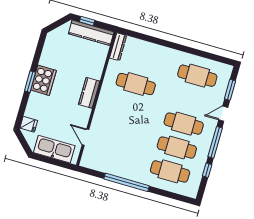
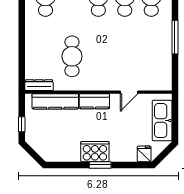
kitchen counter: (91, 33) -> (55, 101), moved, turned 90
door: (85, 137) -> (129, 92), moved
window: (127, 182) -> (175, 37), width x0.68

